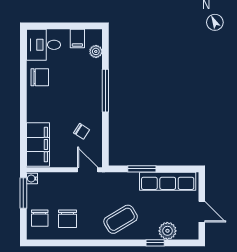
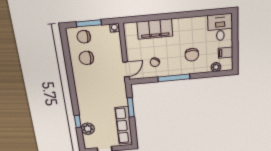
chair: (40, 77) -> (192, 55), moved
window: (105, 91) -> (174, 78), moved
filing cabinet: (38, 145) -> (155, 29), moved
window: (23, 193) -> (89, 23), moved
coffee table: (121, 219) -> (92, 96), removed

